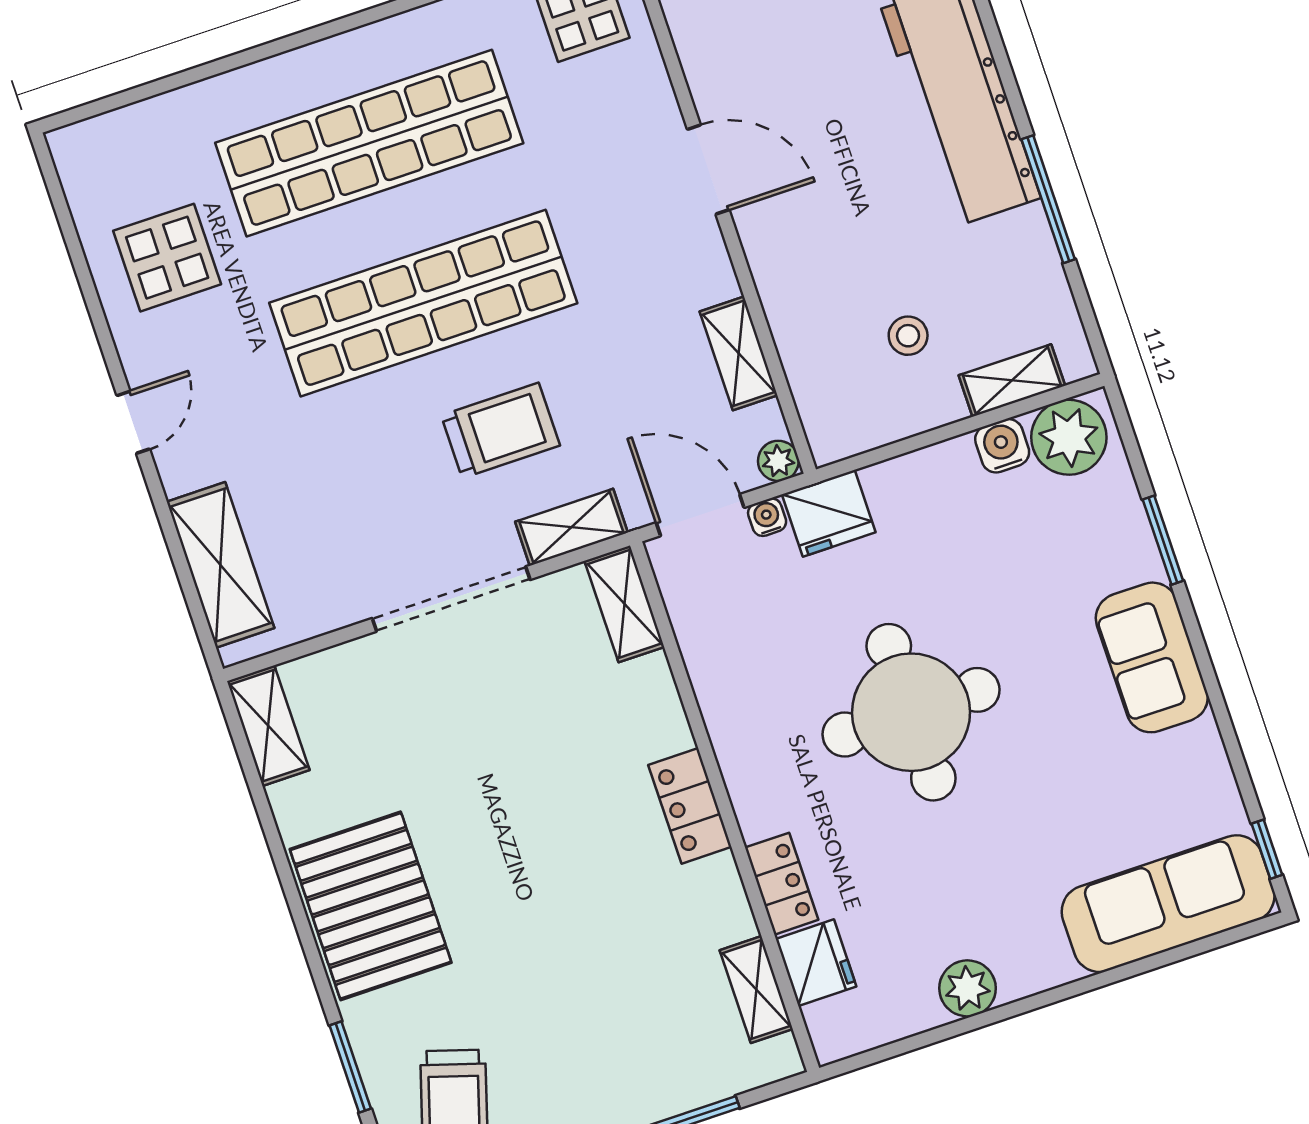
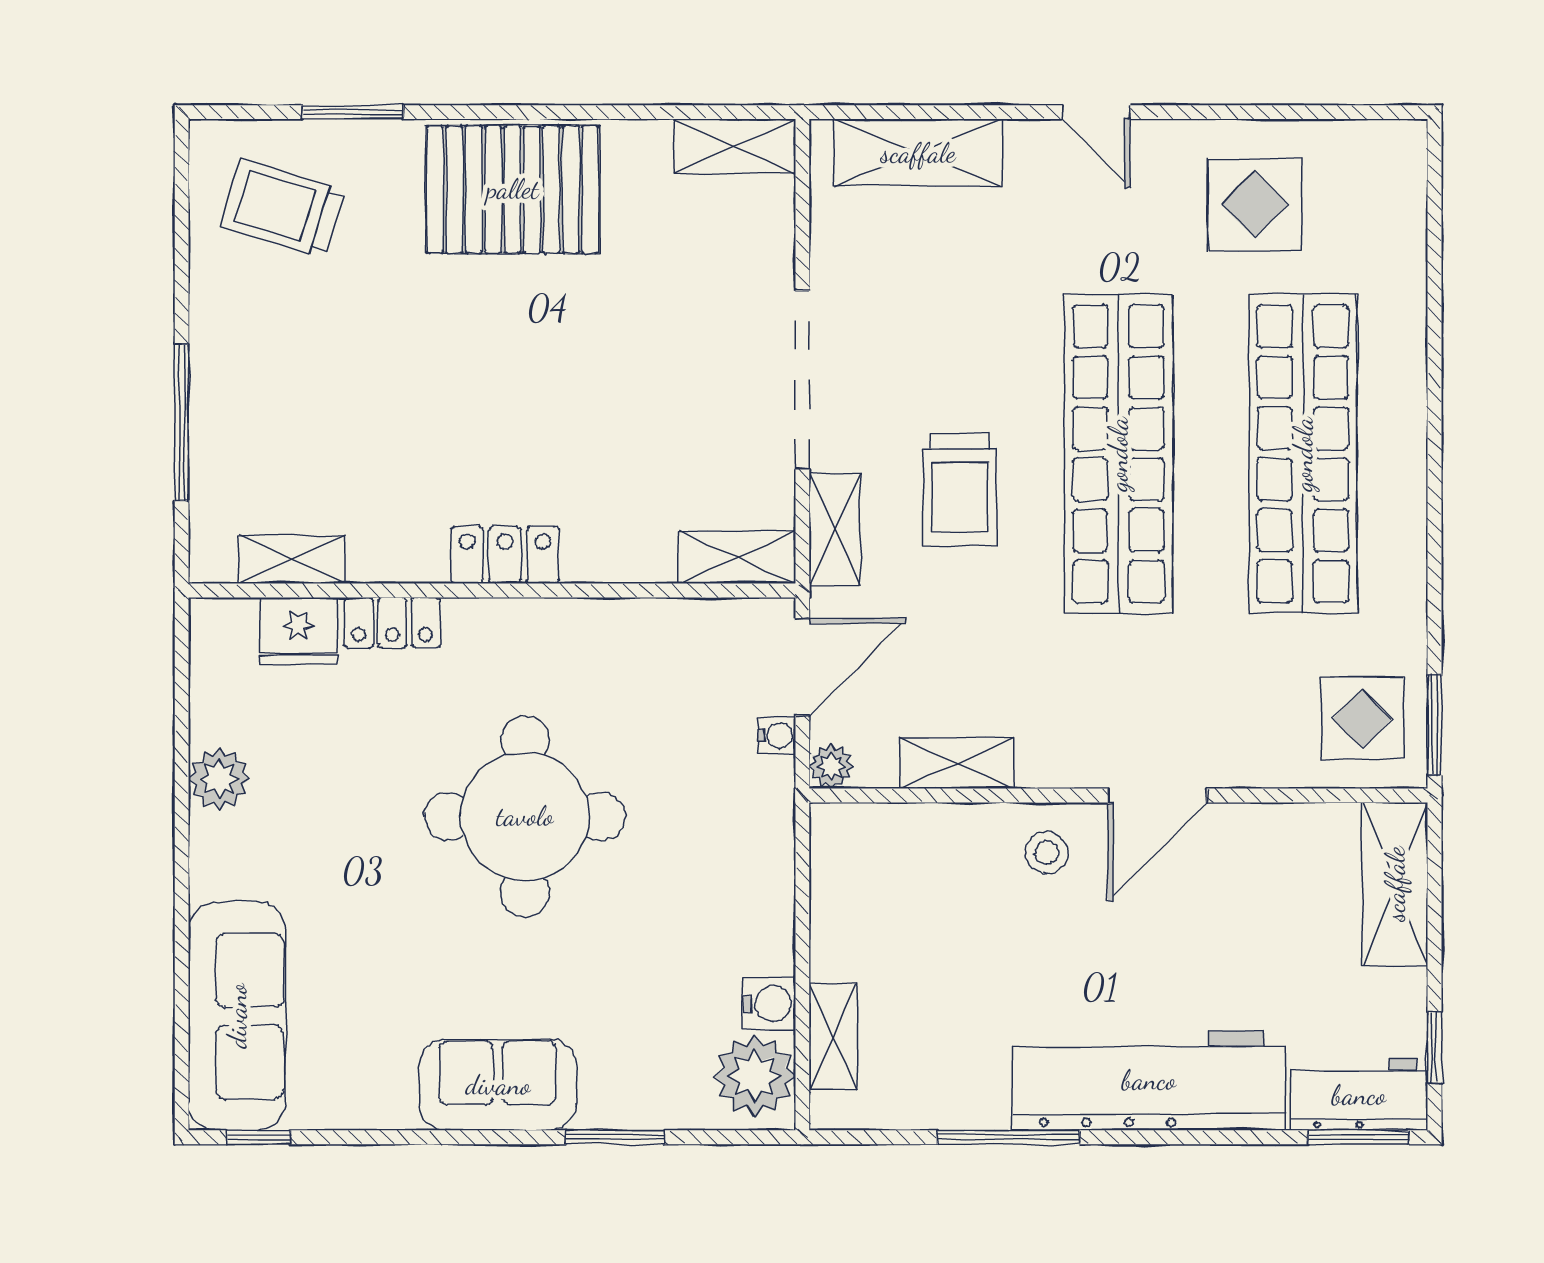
stool: (908, 336) -> (1047, 852), moved
fridge: (829, 513) -> (759, 800), removed

